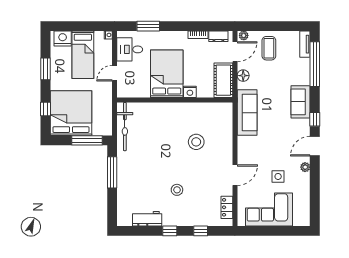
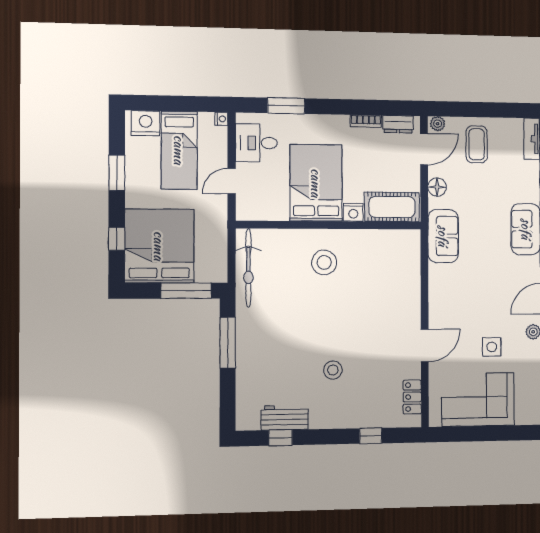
cot: (223, 80) -> (392, 207), moved, turned 90
sofa: (247, 113) -> (443, 236), width x0.73
stool: (196, 142) -> (324, 262), moved
window: (170, 231) -> (280, 438), moved

